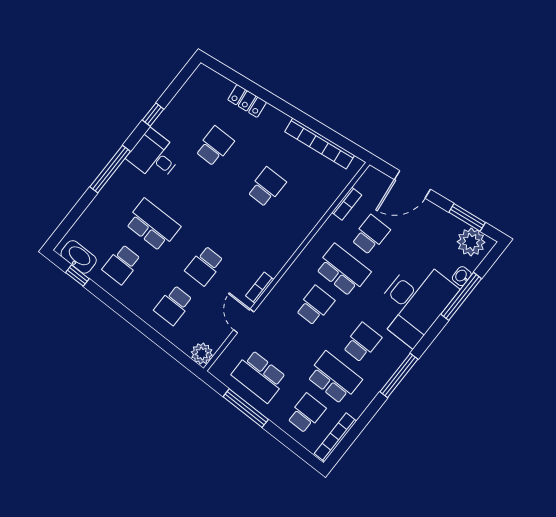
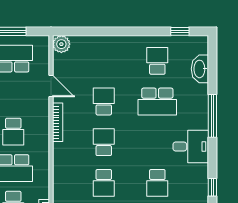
window: (153, 115) -> (212, 187), moved
washbasin: (79, 257) -> (200, 69), moved, turned 90
bookcase: (260, 288) -> (58, 122), width x1.56
school desk: (174, 305) -> (104, 142), moved

